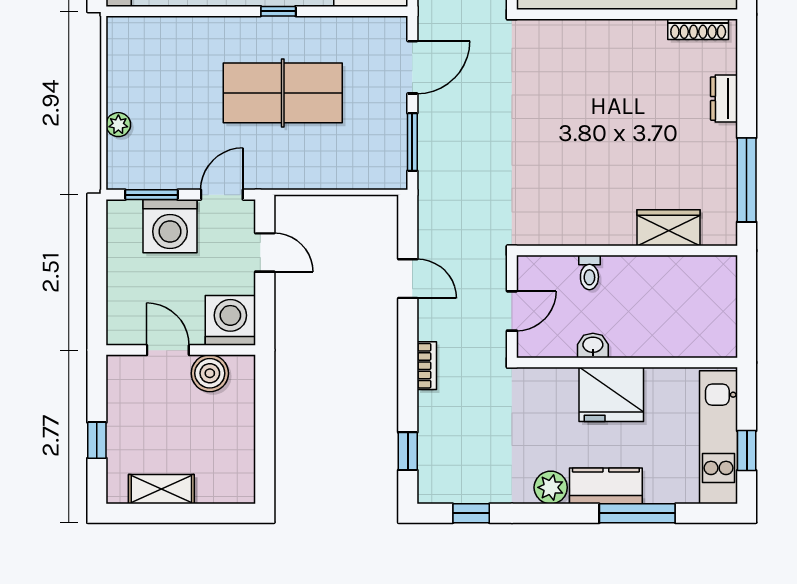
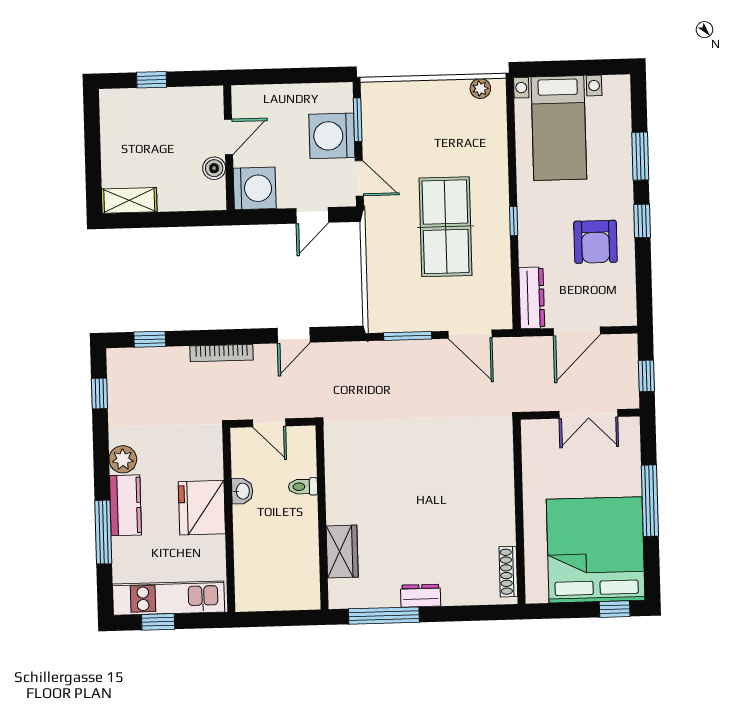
dresser: (724, 99) -> (421, 596), moved
plant: (118, 125) -> (480, 88), moved
bookcase: (427, 366) -> (221, 353), width x1.56
boiler: (210, 373) -> (214, 168), width x0.73, depth x0.73
shelving: (161, 489) -> (129, 200), moved, turned 90

